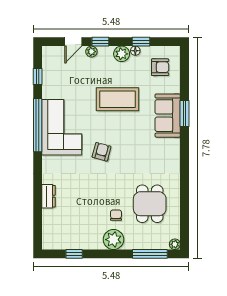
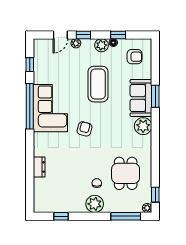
coffee table: (117, 99) -> (98, 84), turned 90
plant: (170, 148) -> (143, 126), added
window: (185, 229) -> (155, 195), added

